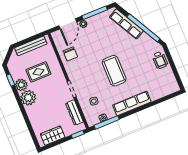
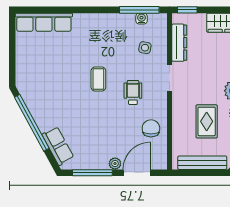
row of seats: (126, 24) -> (58, 146), width x0.68
wheelchair: (160, 60) -> (133, 93), moved
coffee table: (114, 71) -> (98, 79), width x0.54, depth x0.58
rug: (38, 72) -> (207, 121), turned 90
row of seats: (132, 103) -> (44, 22), moved

